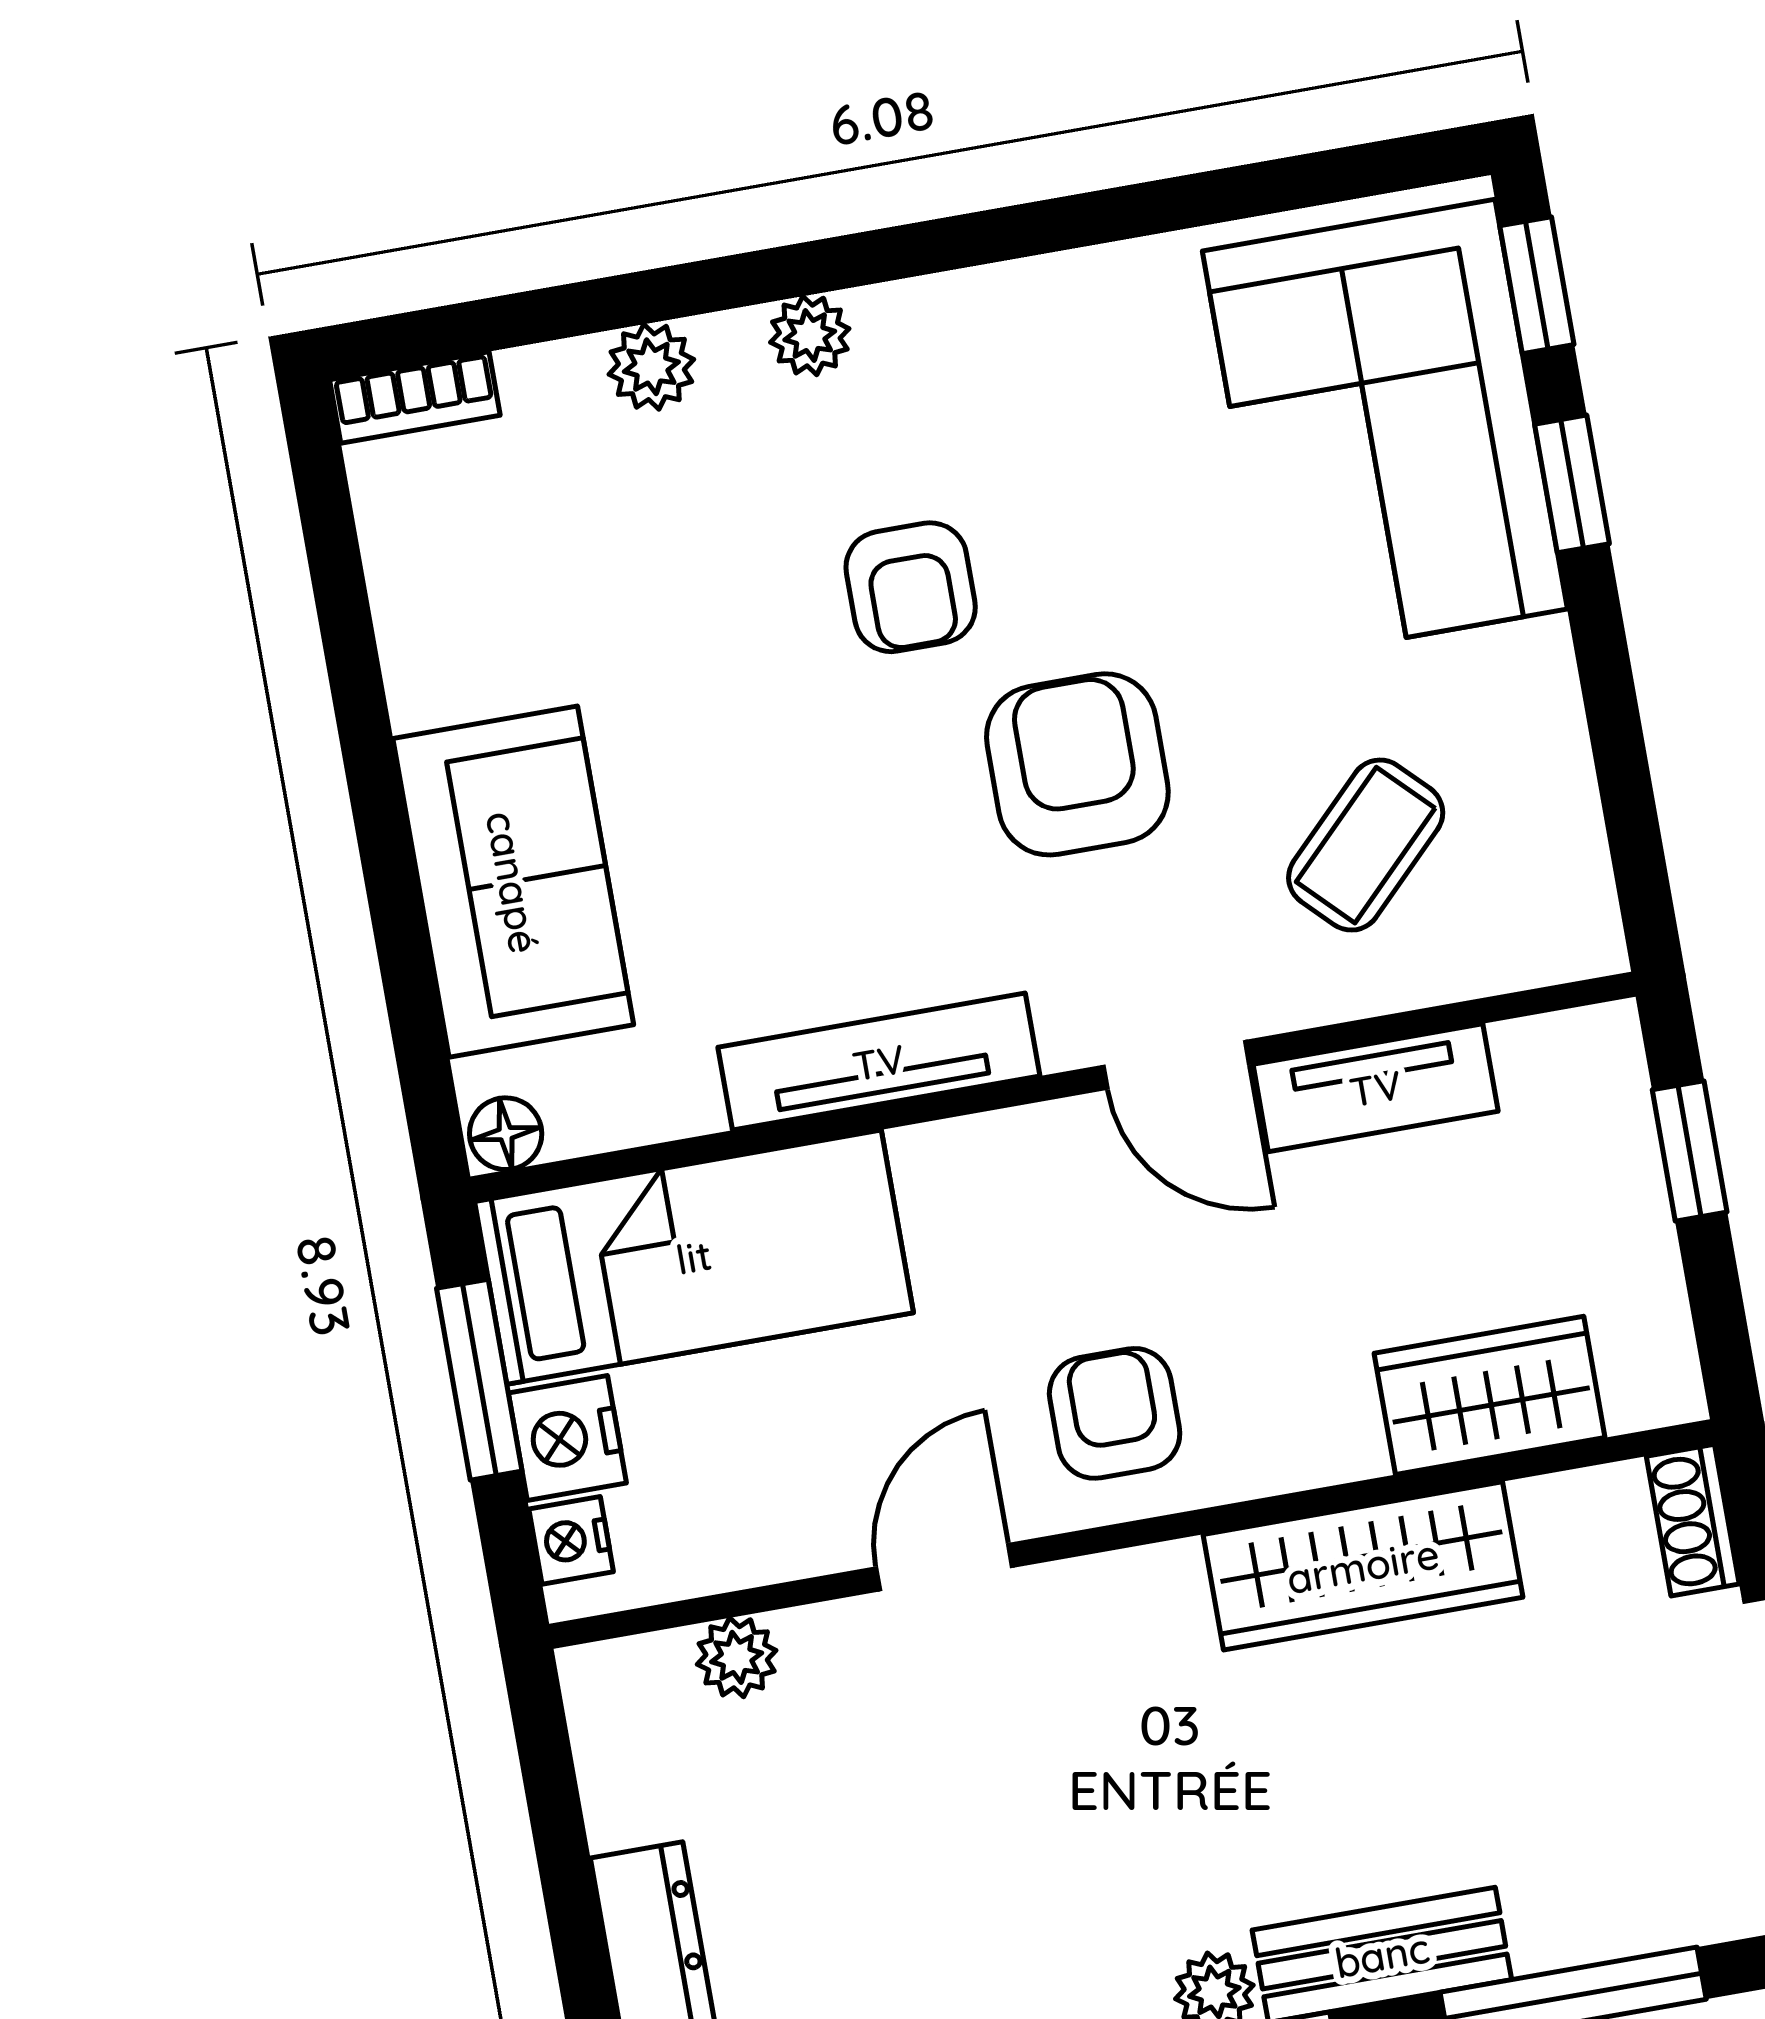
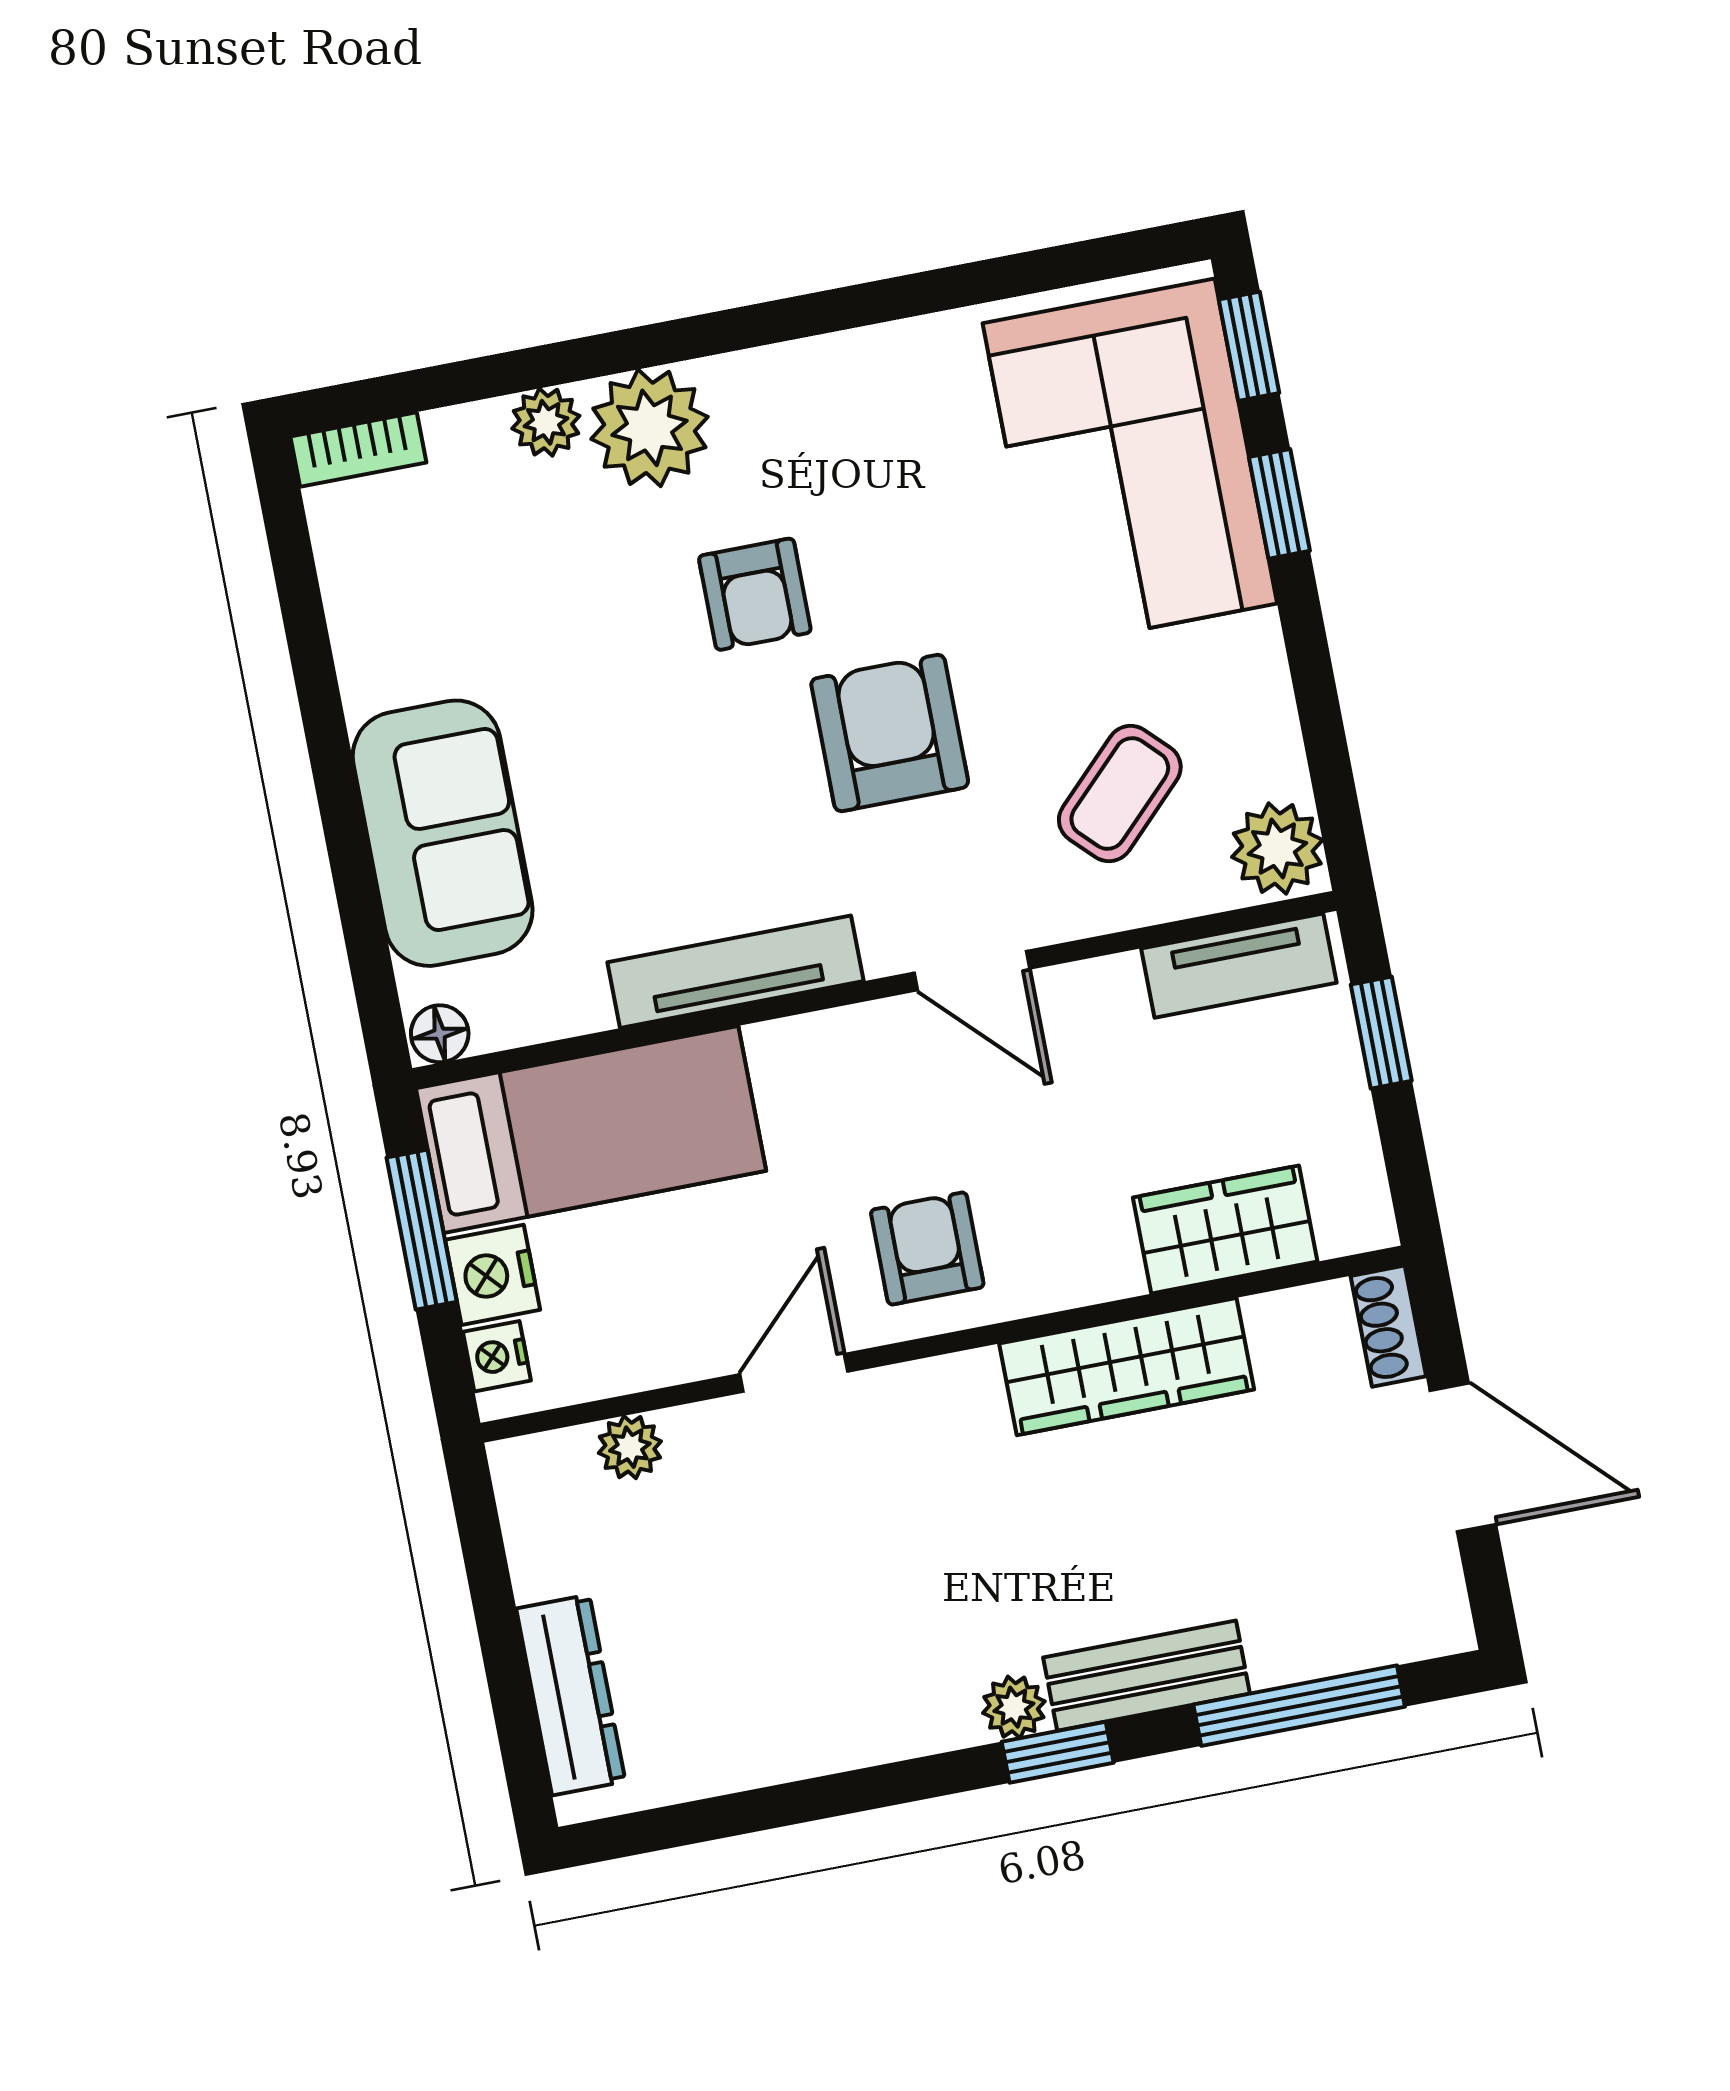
plant: (810, 336) -> (649, 428), width x1.88, depth x1.88
plant: (1563, 917) -> (1277, 849), added
tv unit: (1376, 1088) -> (1239, 966), moved

